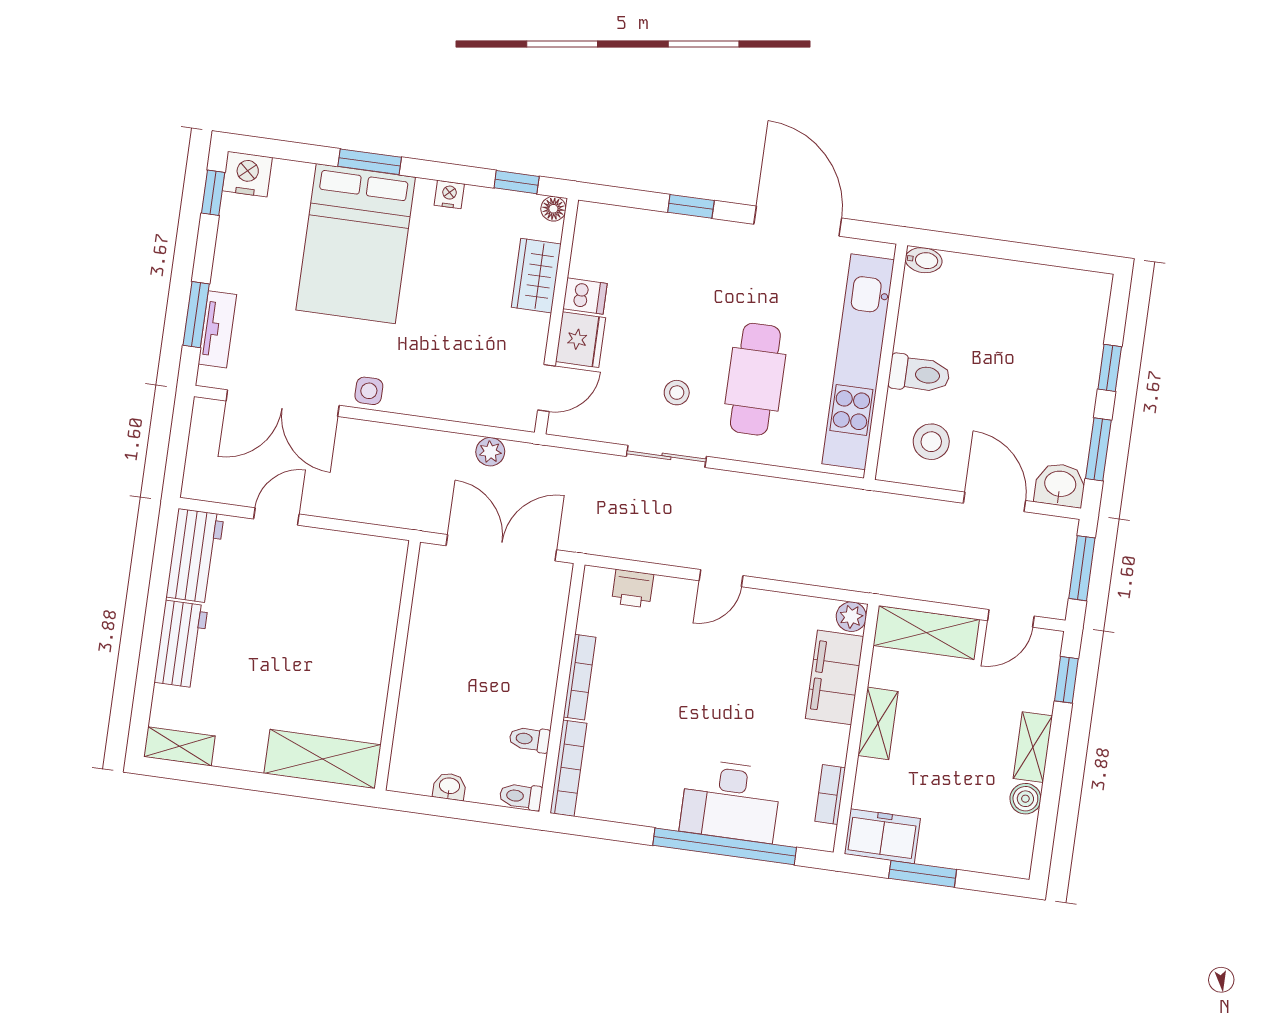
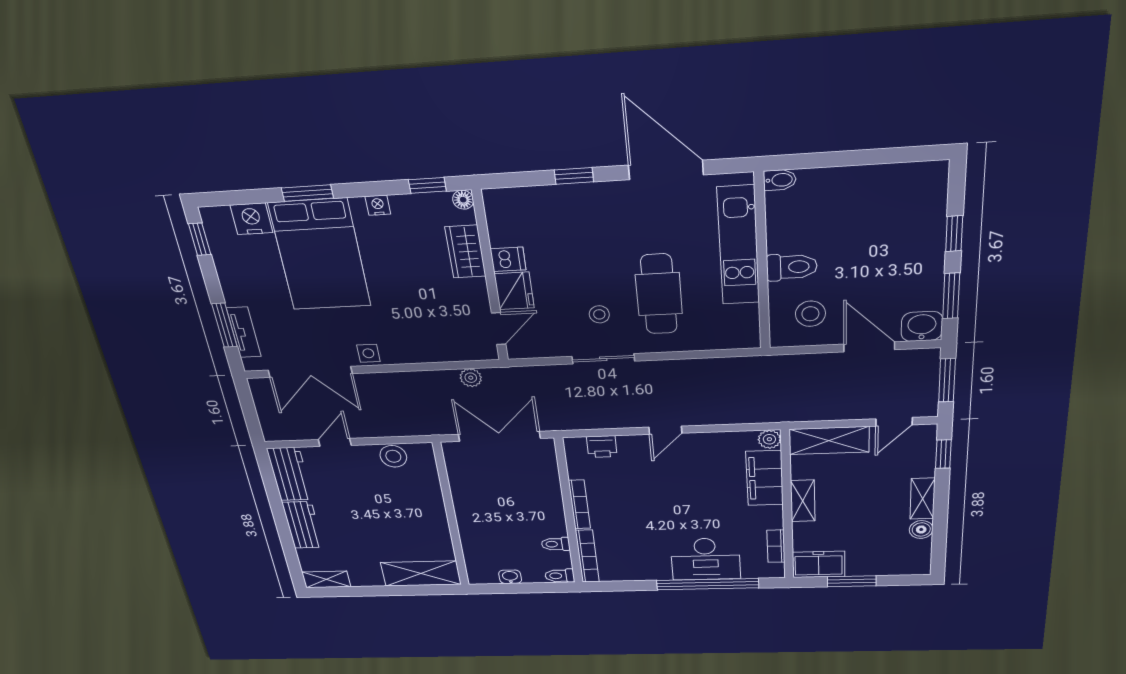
nightstand: (247, 174) -> (251, 219), moved
kitchen unit: (858, 362) -> (738, 246), width x0.73
stool: (349, 553) -> (393, 456), added

